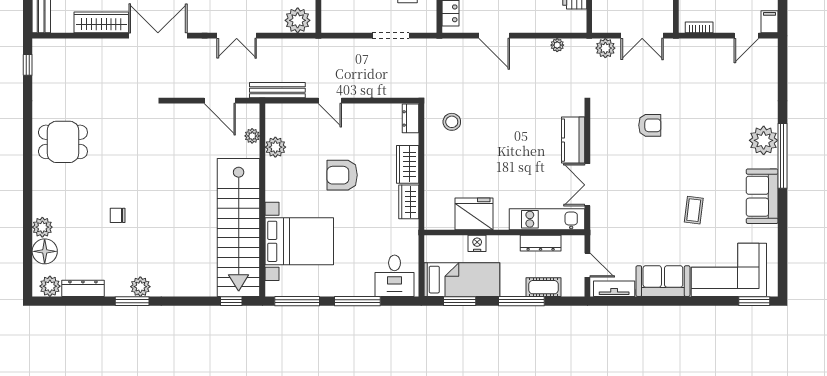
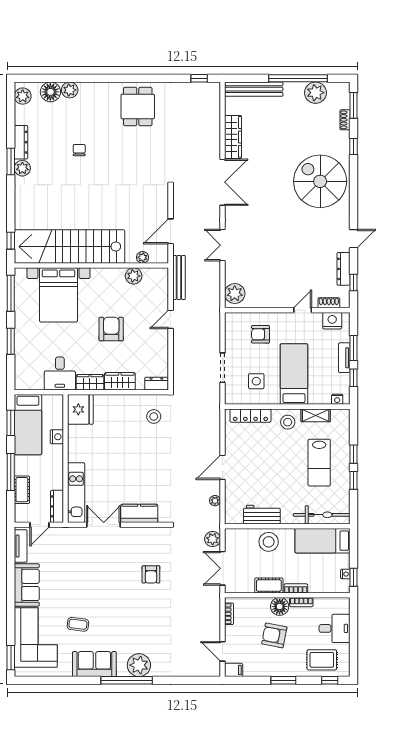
door: (494, 36) -> (222, 467), moved
coffee table: (694, 210) -> (78, 624), moved
fridge: (474, 214) -> (80, 409), moved
dresser: (541, 243) -> (57, 506), moved
desk: (395, 276) -> (60, 373), moved, turned -90
dresser: (83, 288) -> (21, 142), moved
window: (357, 301) -> (11, 341), width x0.69

